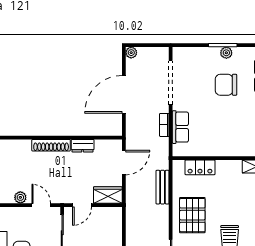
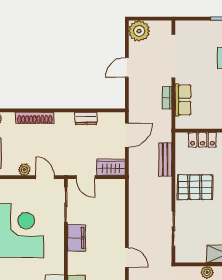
plant: (131, 53) -> (139, 31), width x1.88, depth x1.88
door: (124, 94) -> (127, 67), width x0.53
shoe rack: (51, 145) -> (35, 118), moved
door: (82, 205) -> (86, 177), hinge flipped
pallet: (192, 215) -> (195, 187), turned 90

